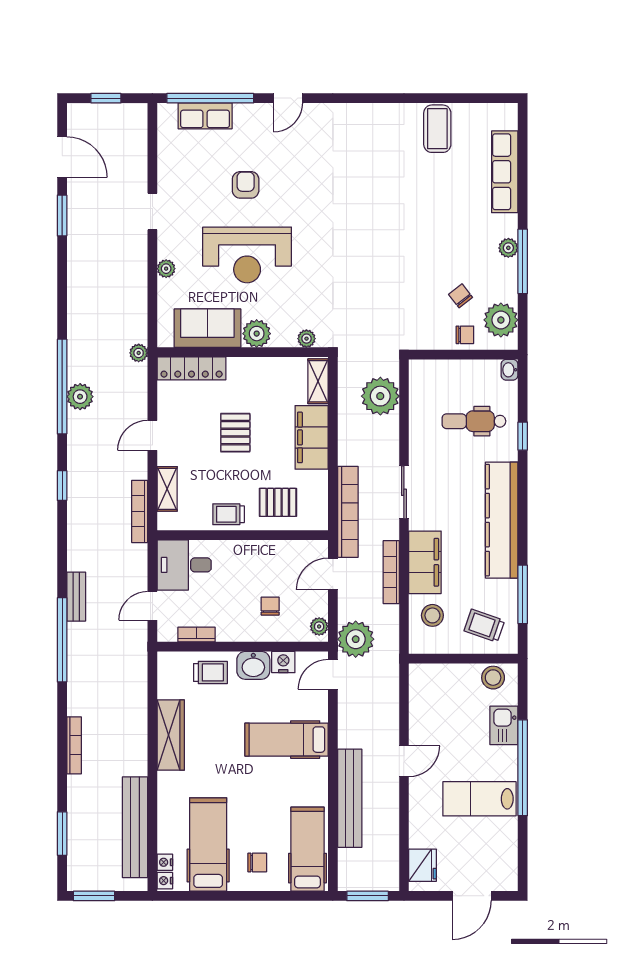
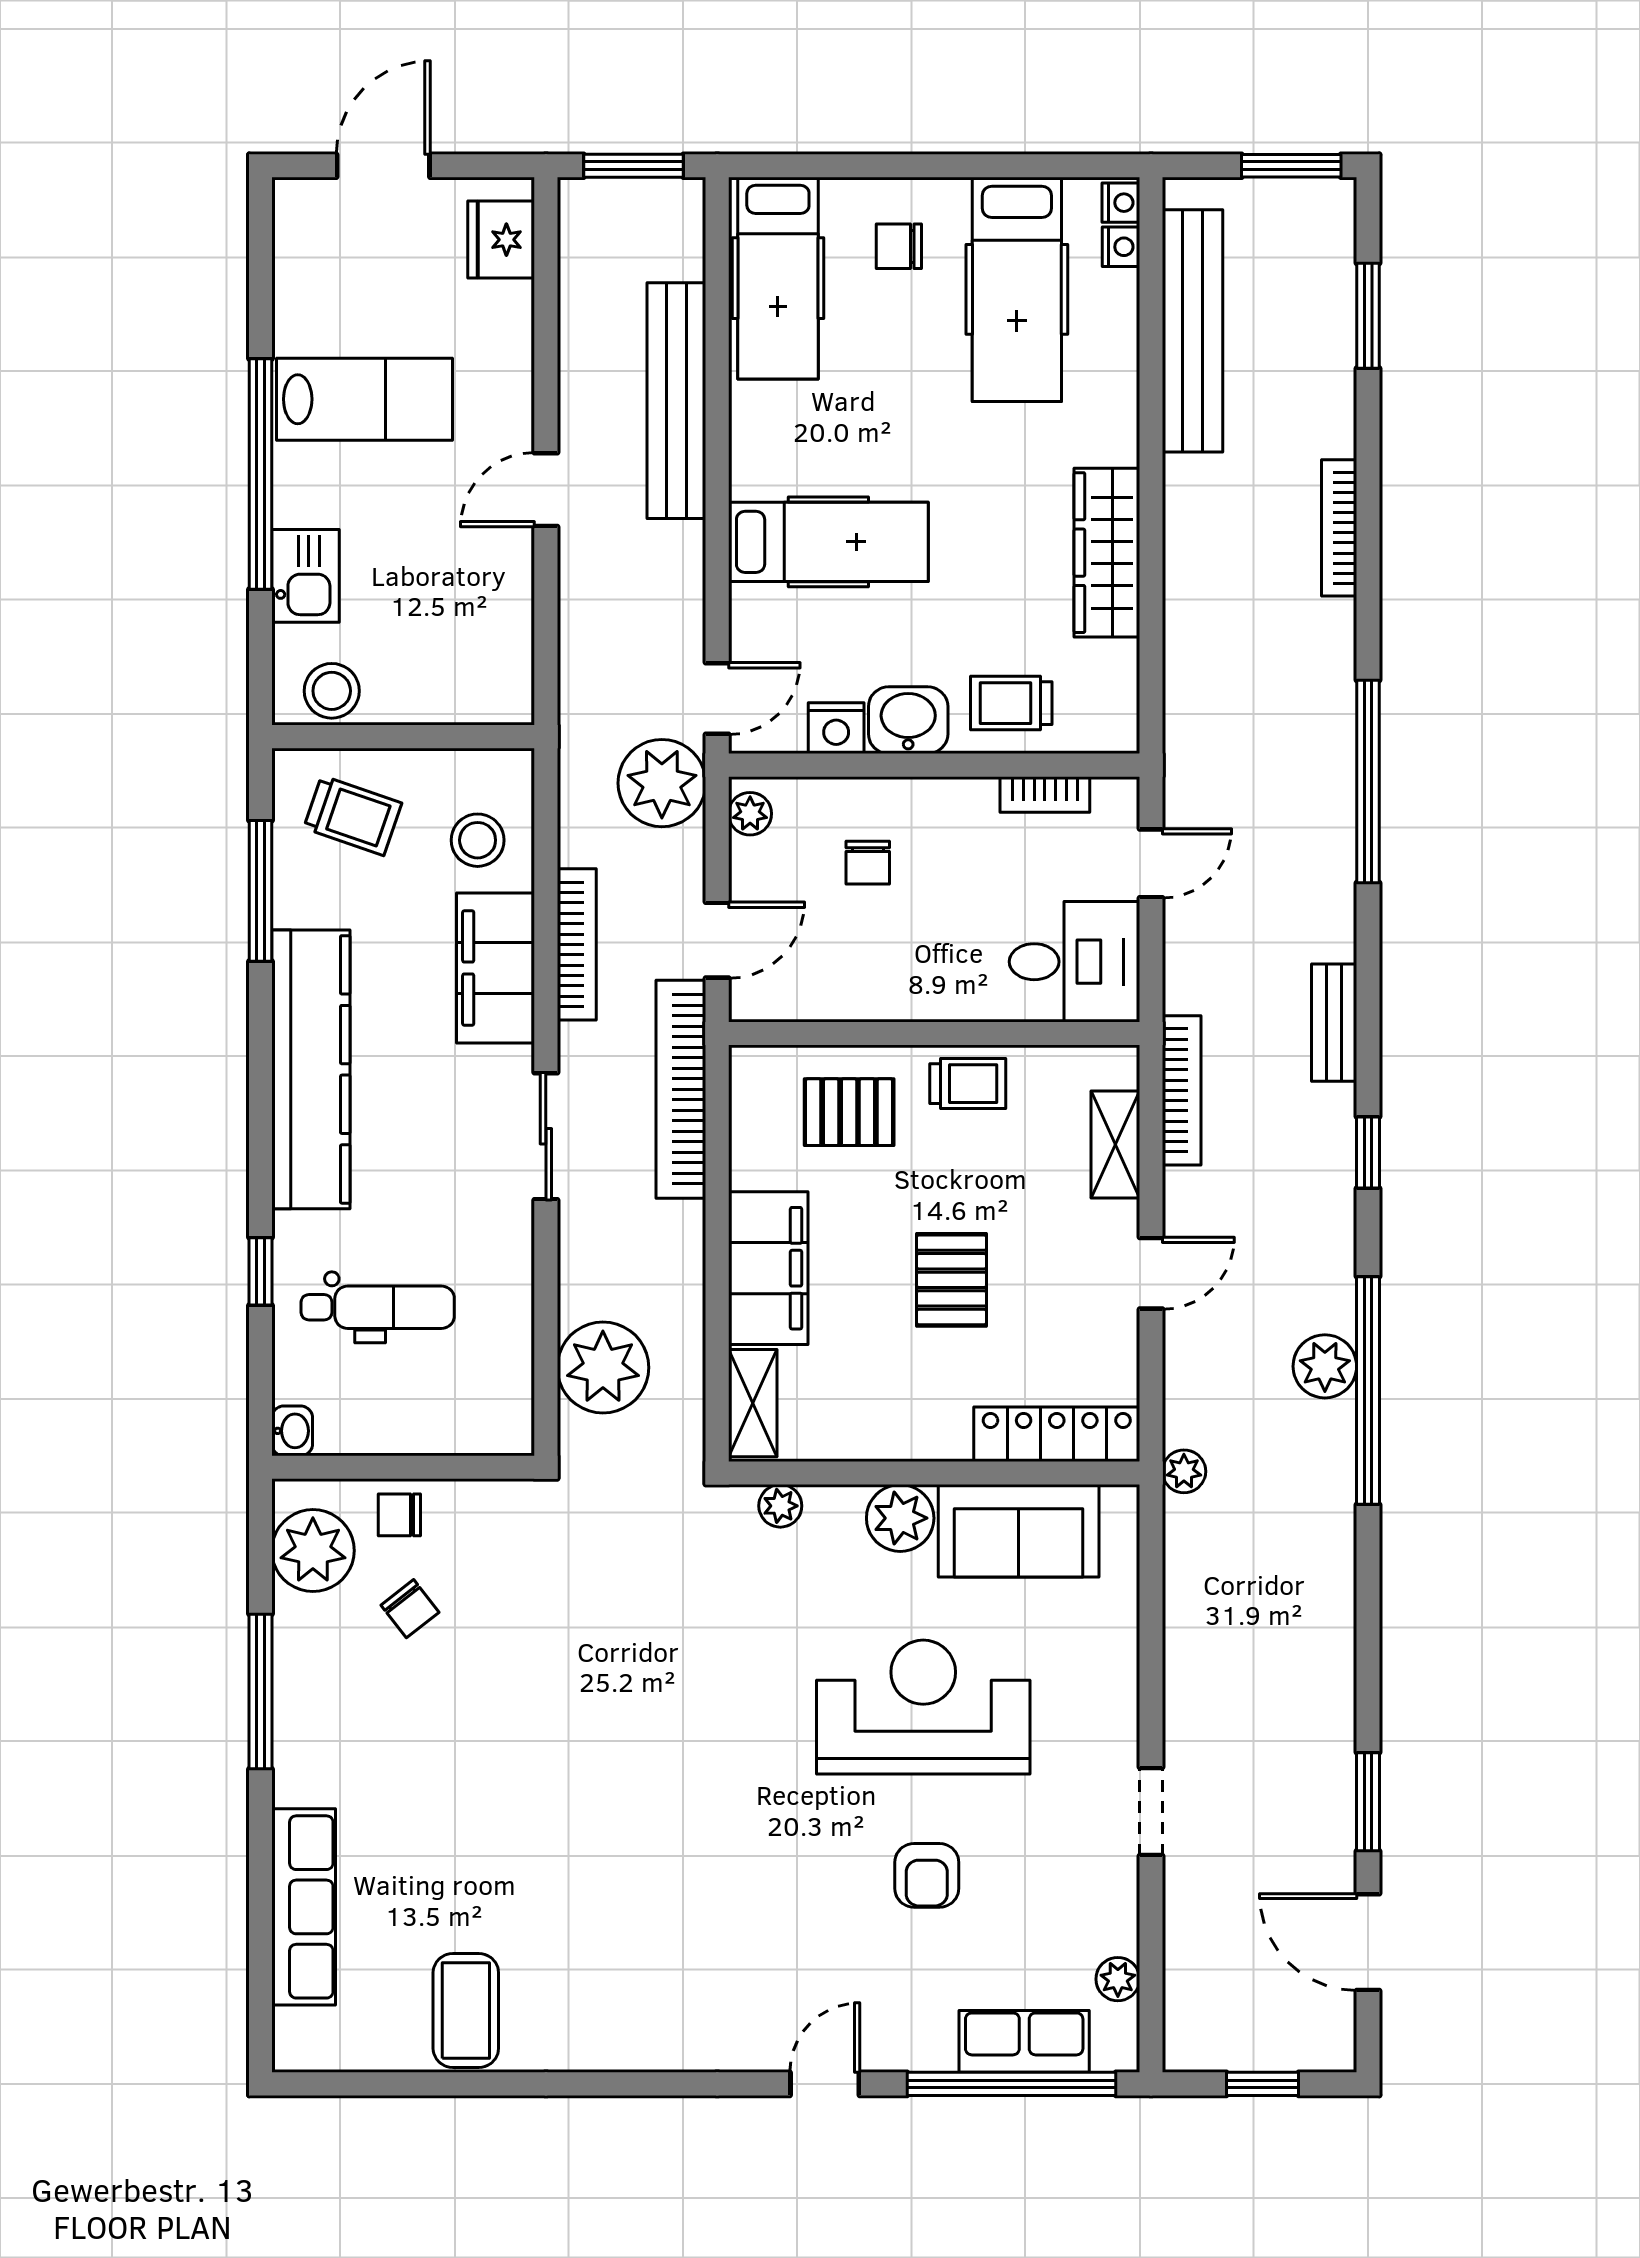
plant: (508, 248) -> (295, 1724), removed
plant: (166, 269) -> (1118, 1979), moved
bench: (76, 597) -> (1334, 1023), moved

